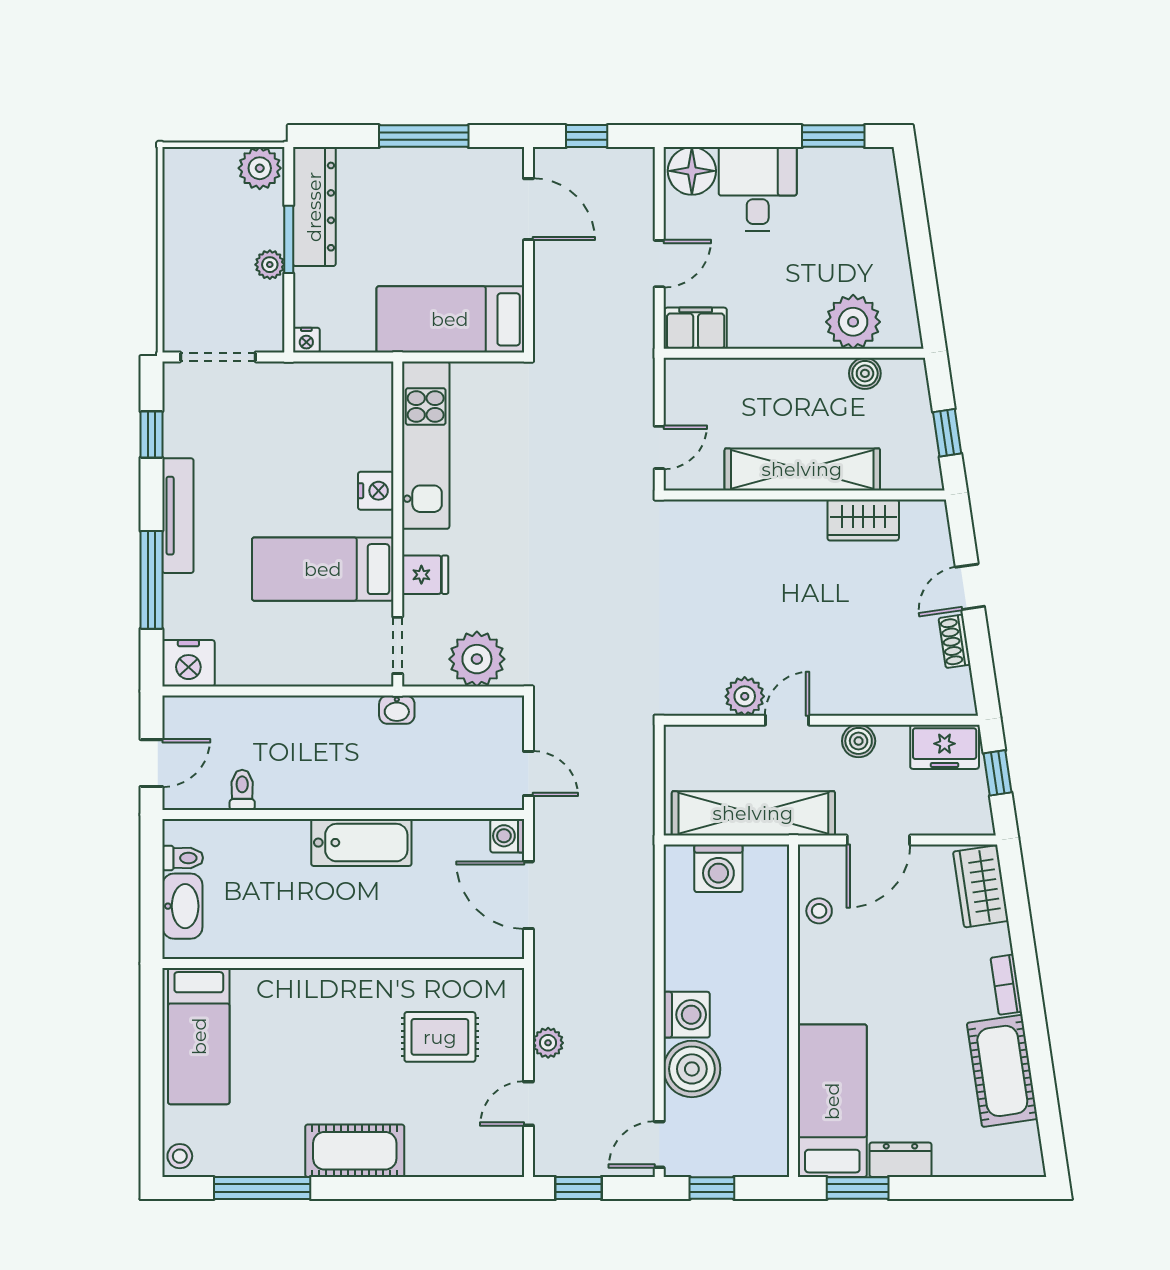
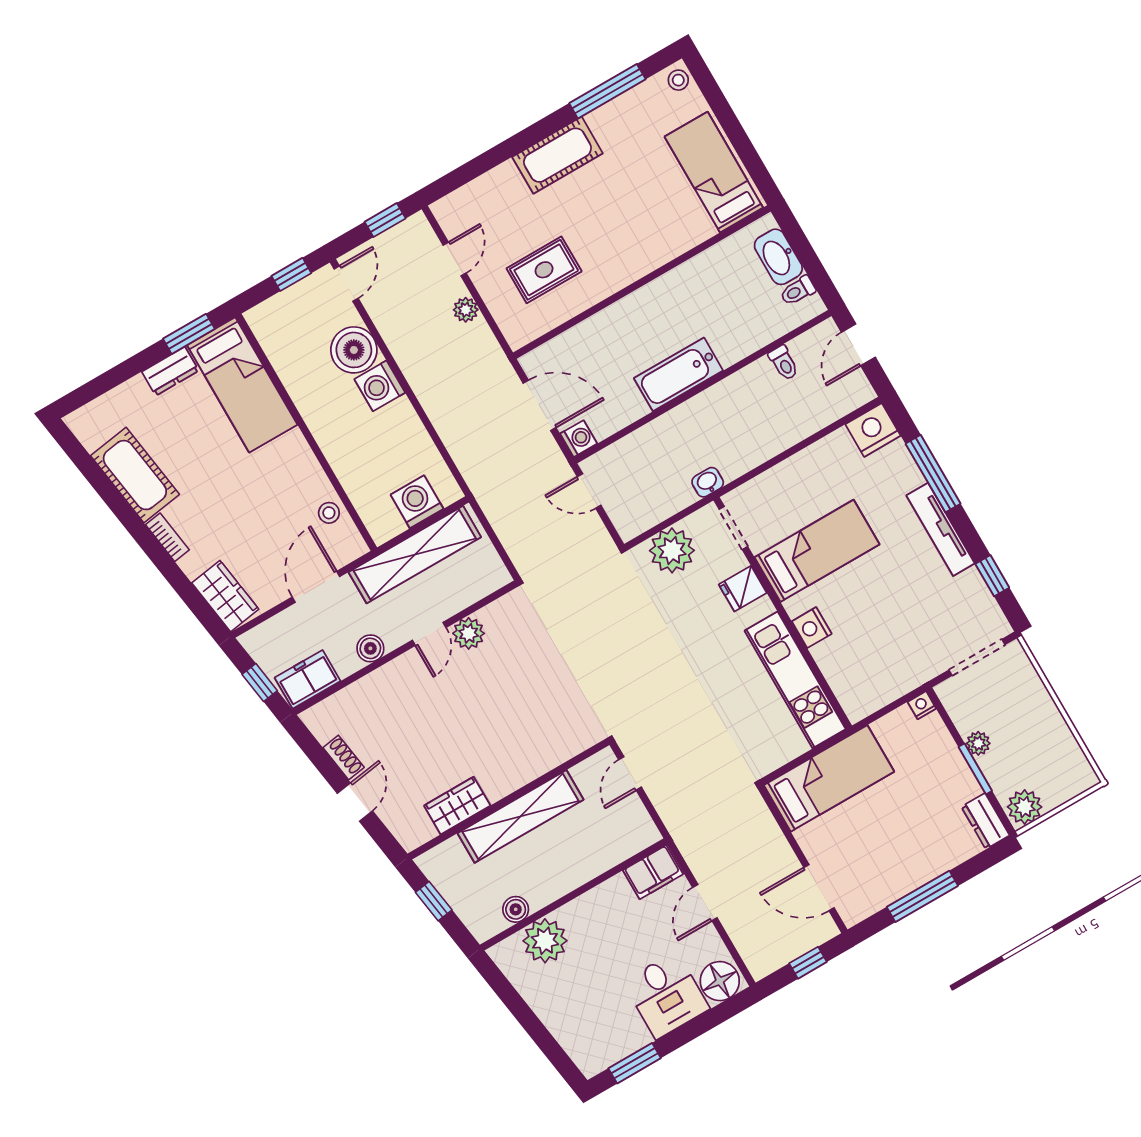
dresser: (314, 207) -> (985, 821), width x0.51, depth x0.80

